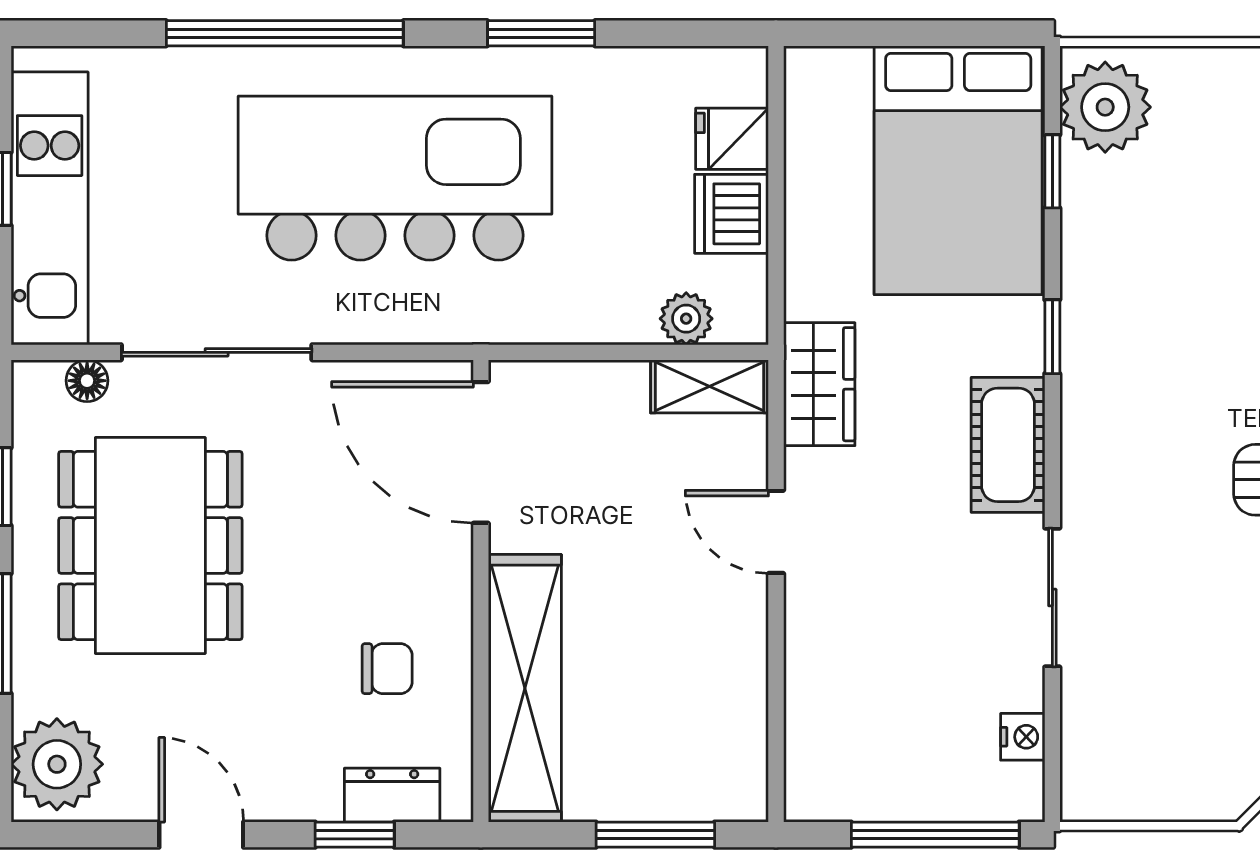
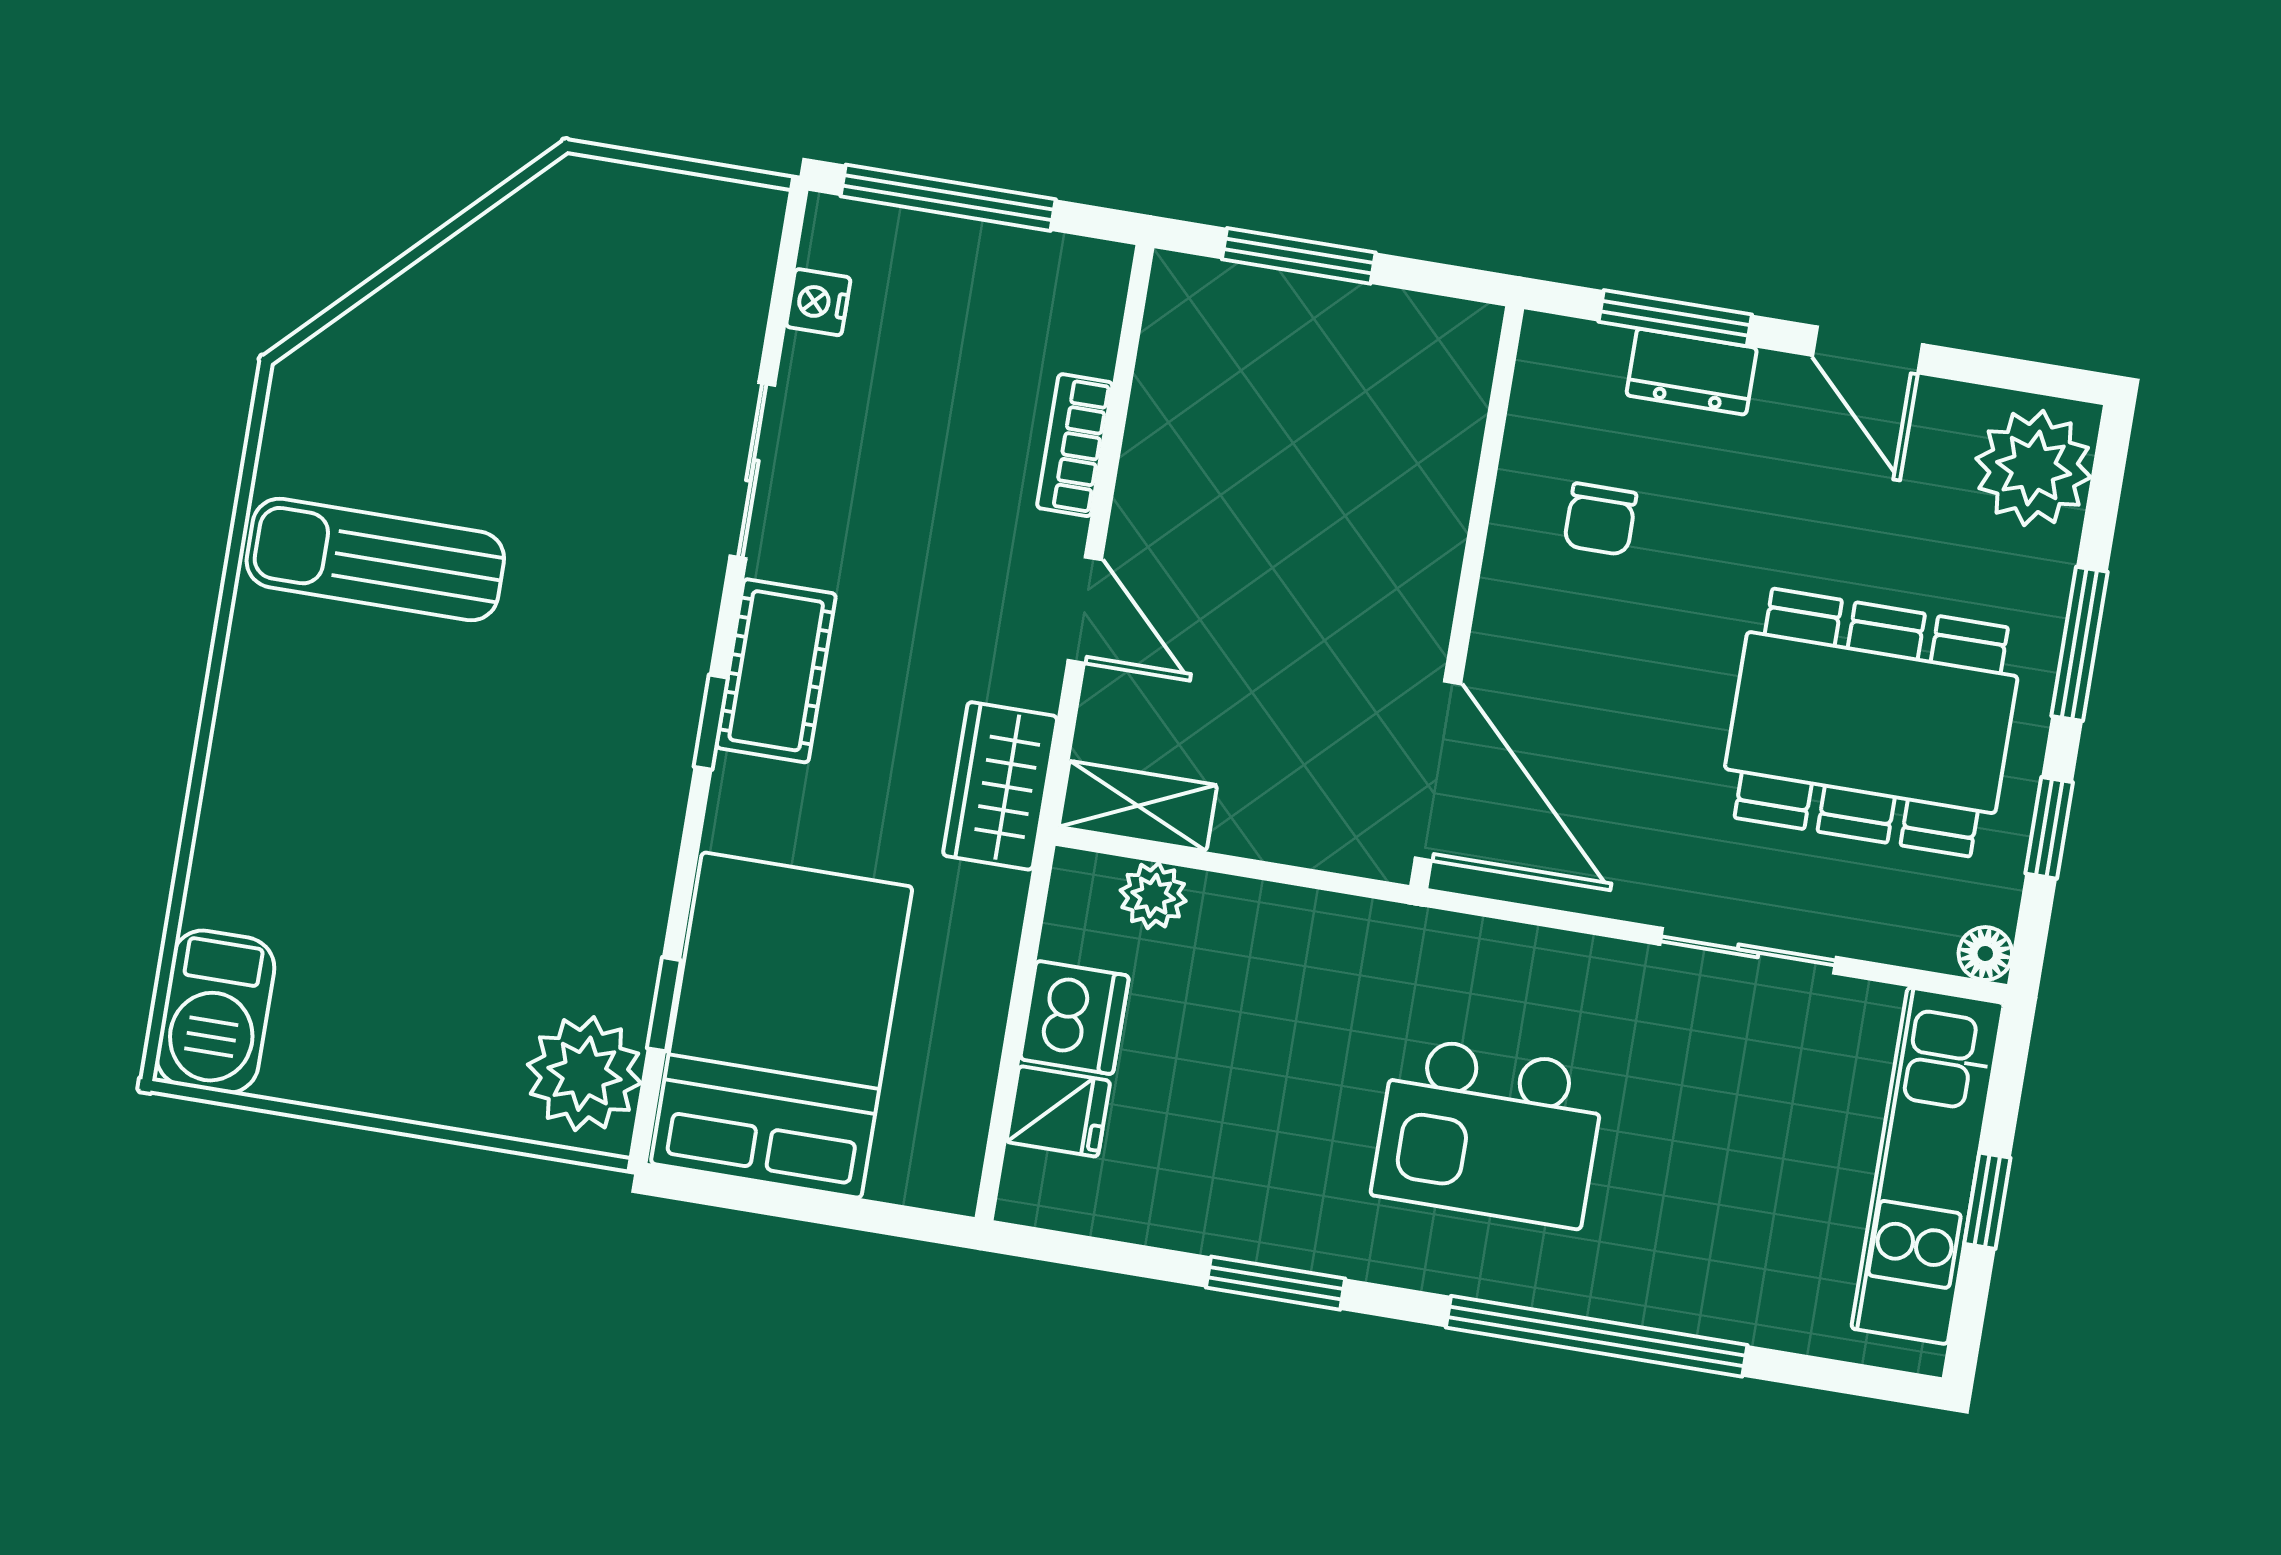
kitchen island: (395, 178) -> (1489, 1132), width x0.54, depth x0.78
window: (1052, 337) -> (711, 722), moved
sliding door: (217, 352) -> (1748, 951), width x0.73
floor lamp: (87, 381) -> (1985, 954), moved
dining table: (150, 546) -> (1871, 723), turned 90
bookcase: (805, 659) -> (1075, 445), added
chair: (387, 669) -> (1600, 519), turned -90
shelving: (525, 688) -> (1432, 466), removed
dresser: (392, 795) -> (1692, 372), moved
window: (355, 835) -> (1675, 318), width x1.50

